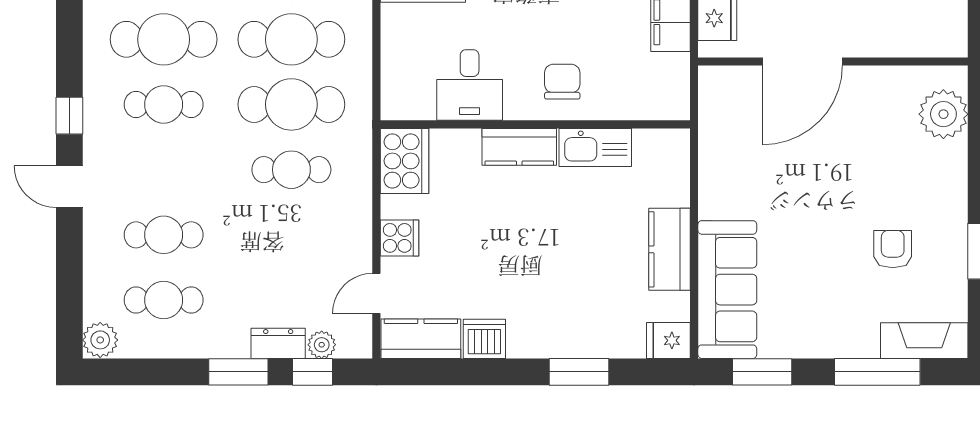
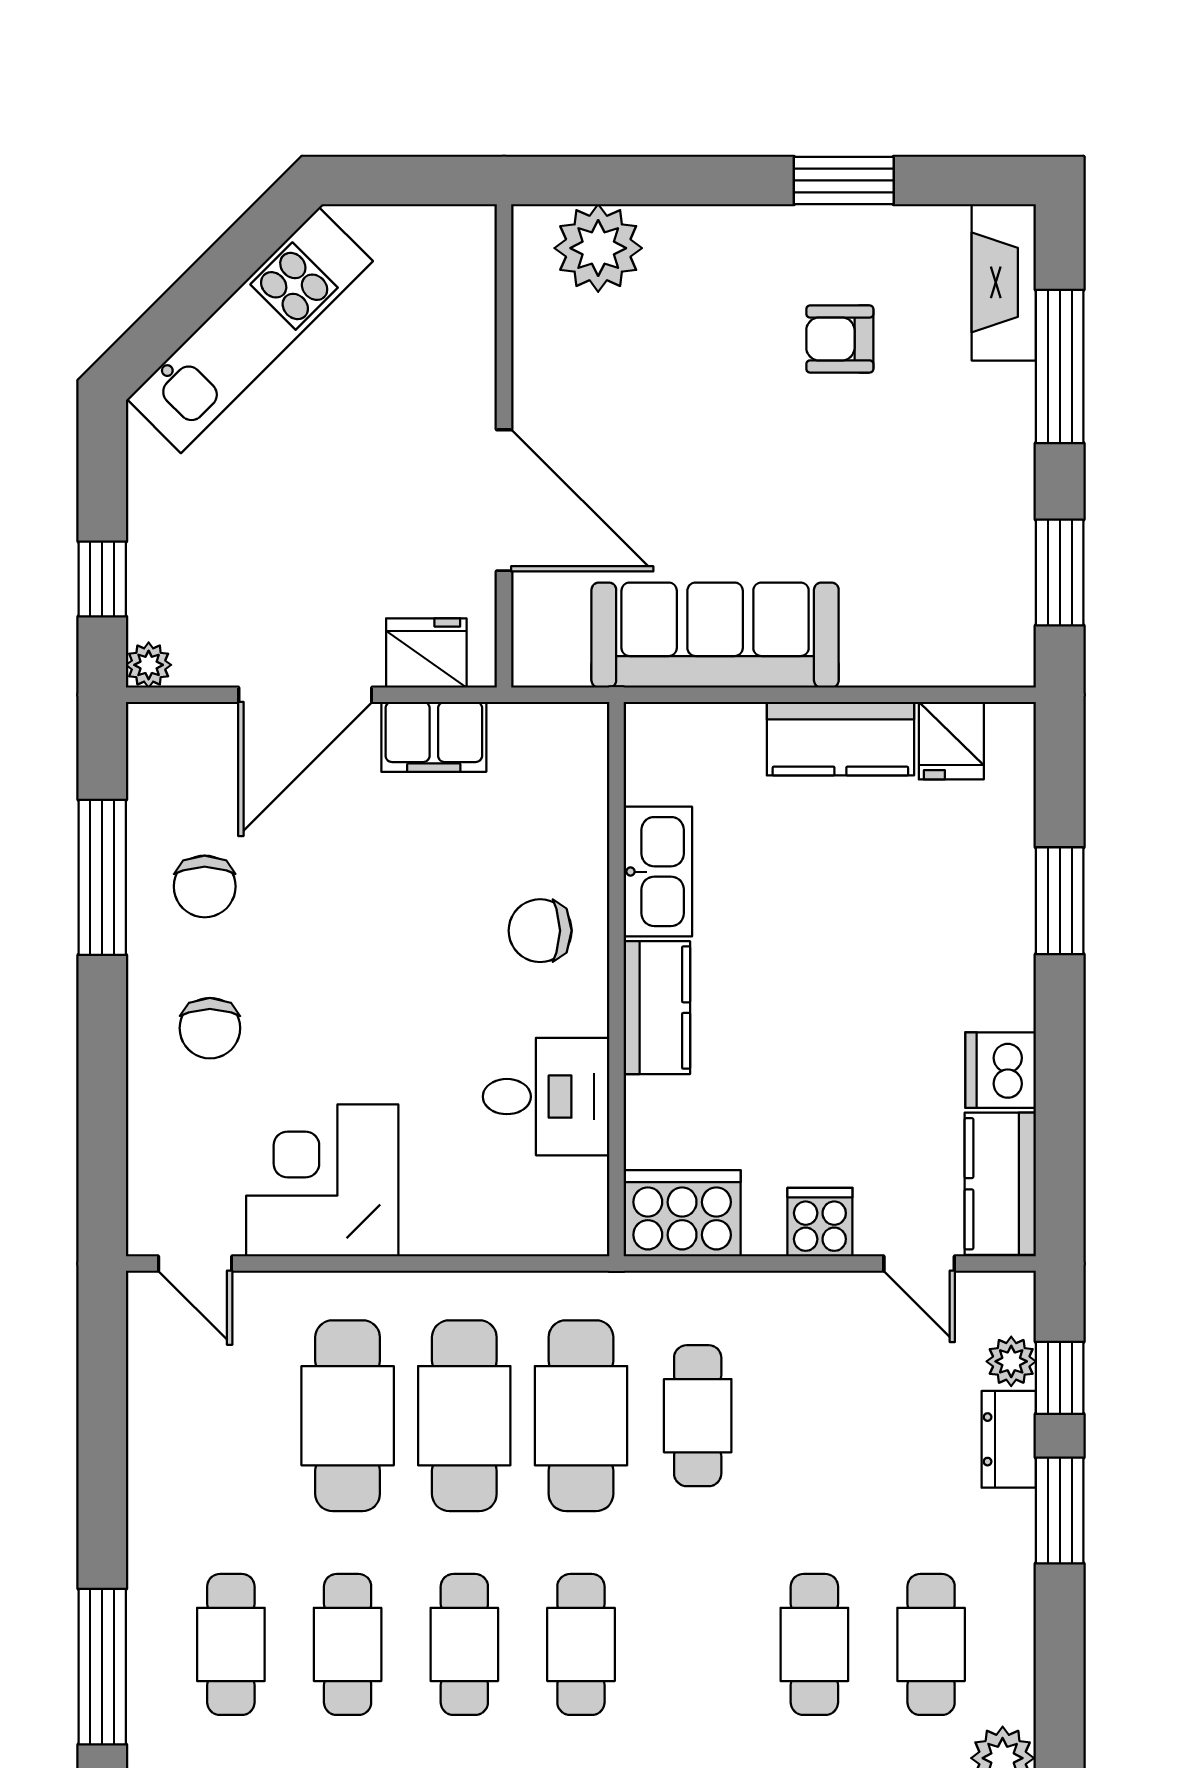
cafe table: (164, 39) -> (464, 1644), width x0.73, depth x0.74
sofa: (727, 290) -> (715, 635), moved
fridge: (668, 340) -> (951, 741), moved

